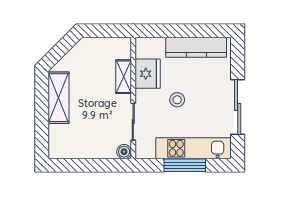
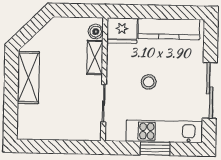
fridge: (148, 74) -> (122, 31), moved, turned 90
boiler: (124, 152) -> (96, 32), moved
window: (185, 165) -> (155, 149), width x0.69

